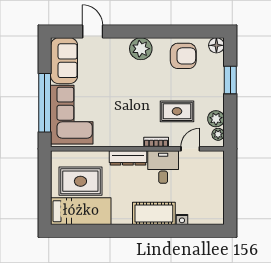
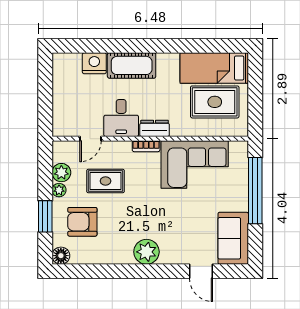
armchair: (183, 56) -> (82, 222), moved
corner sofa: (72, 115) -> (195, 165), moved, turned -90
plant: (218, 134) -> (59, 190), moved
bookcase: (156, 142) -> (146, 146), moved
dresser: (128, 158) -> (155, 128), width x0.70
nightstand: (182, 220) -> (94, 63), width x1.89, depth x1.79

